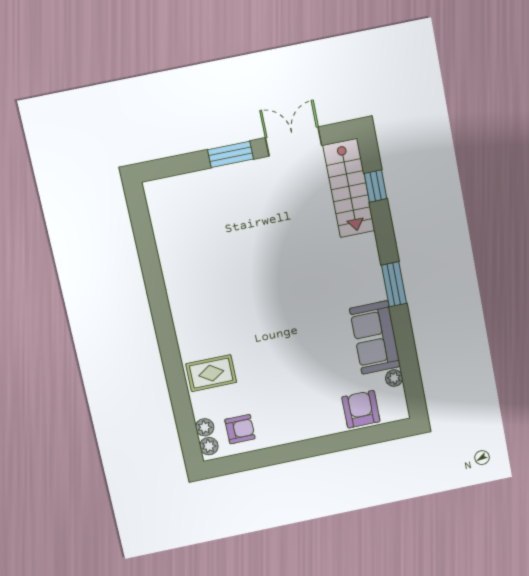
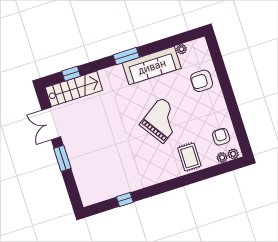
window: (148, 256) -> (125, 200), added
grand piano: (278, 333) -> (162, 120), added
sofa: (375, 338) -> (152, 66), width x1.36
armchair: (361, 409) -> (202, 81), moved

